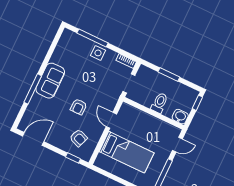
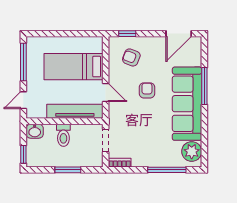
plant: (67, 43) -> (192, 151), added
side table: (98, 53) -> (154, 157), removed
sofa: (50, 81) -> (187, 104), width x1.85, depth x1.27
tv unit: (142, 117) -> (75, 111), added

